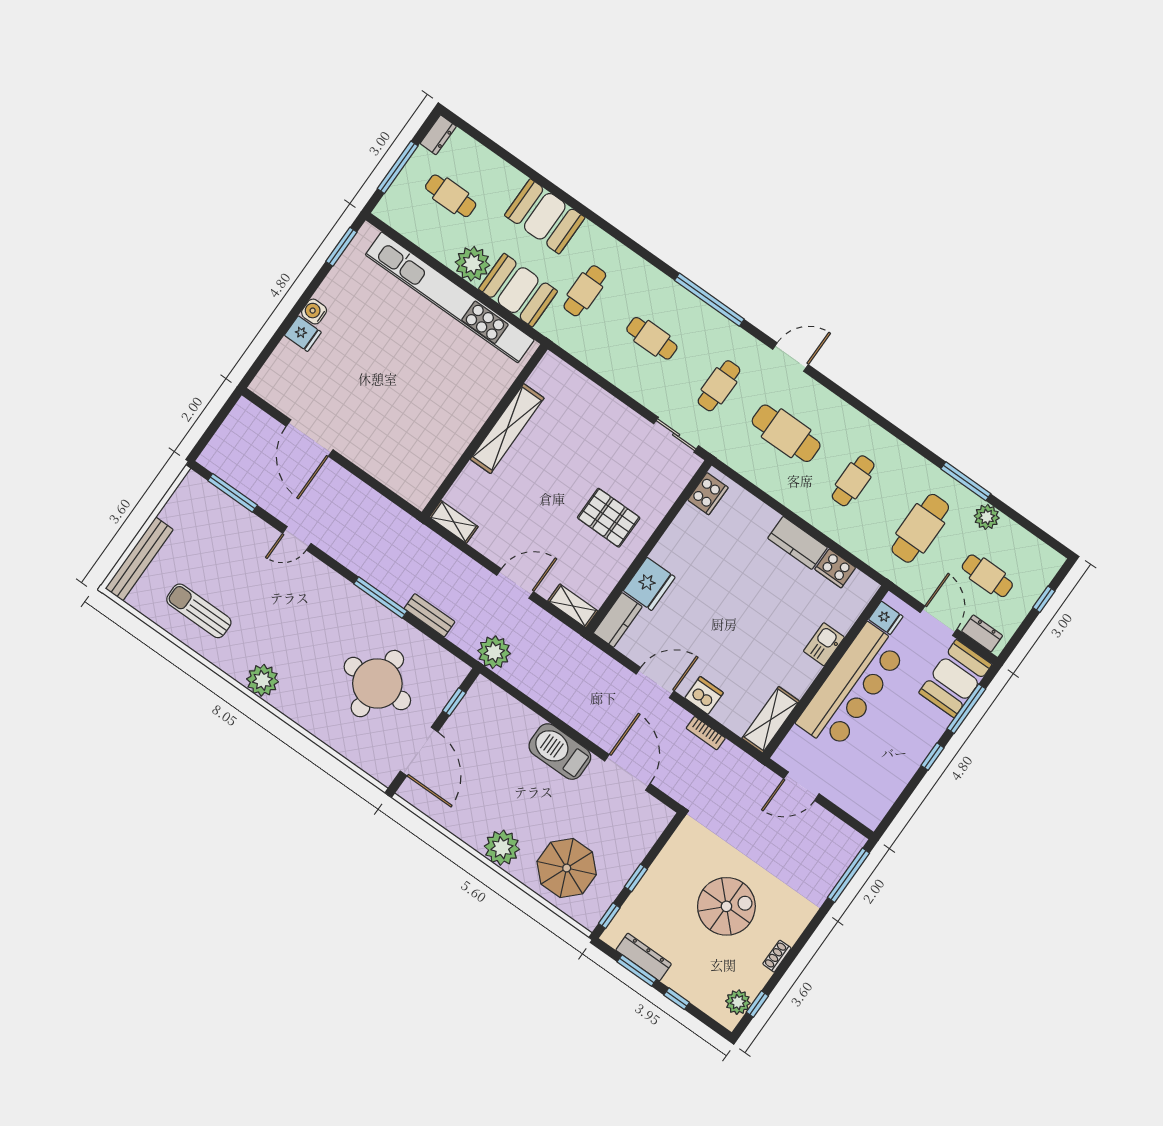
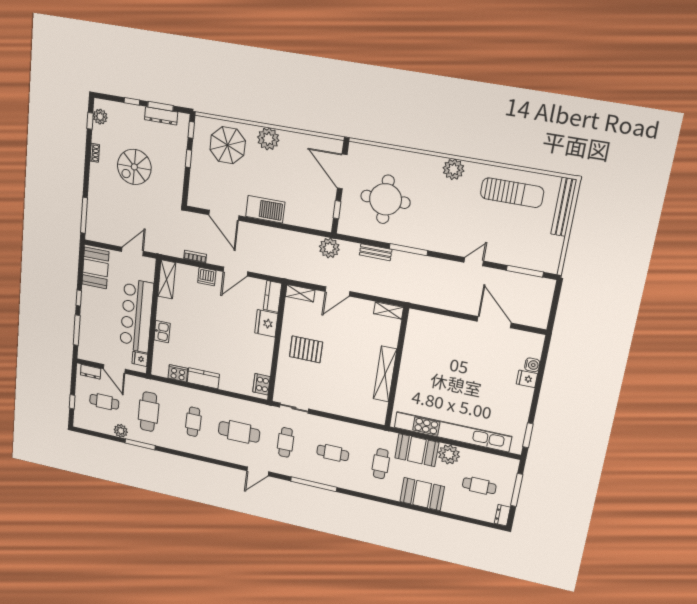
water cooler: (314, 312) -> (532, 365), moved
sun lounger: (199, 611) -> (512, 193), width x1.36, depth x1.34
booth: (955, 679) -> (95, 268), moved

